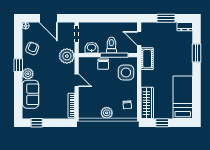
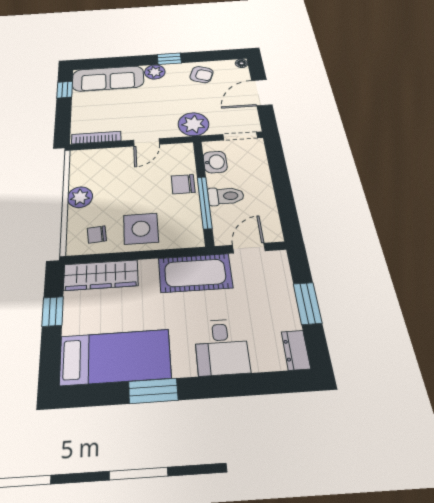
window: (196, 53) -> (153, 391), moved
desk: (181, 55) -> (221, 347), added
cot: (147, 59) -> (195, 273), width x1.37, depth x1.34
side table: (126, 72) -> (141, 229), moved
sofa: (31, 94) -> (108, 79), width x1.36

